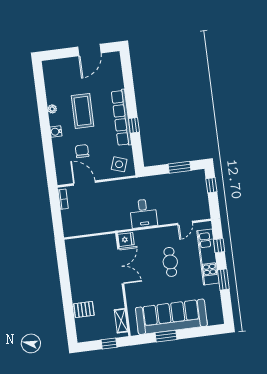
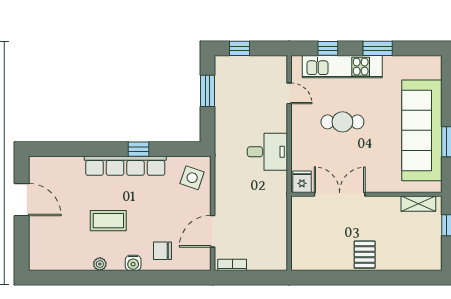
coffee table: (83, 111) -> (108, 221), width x0.73, depth x0.76
chair: (82, 151) -> (162, 251), moved
pallet: (84, 310) -> (365, 255), moved

